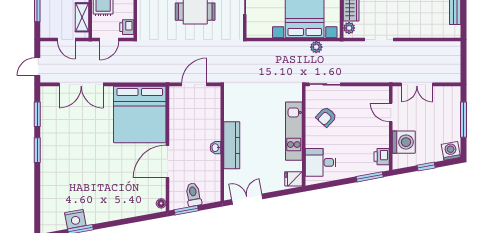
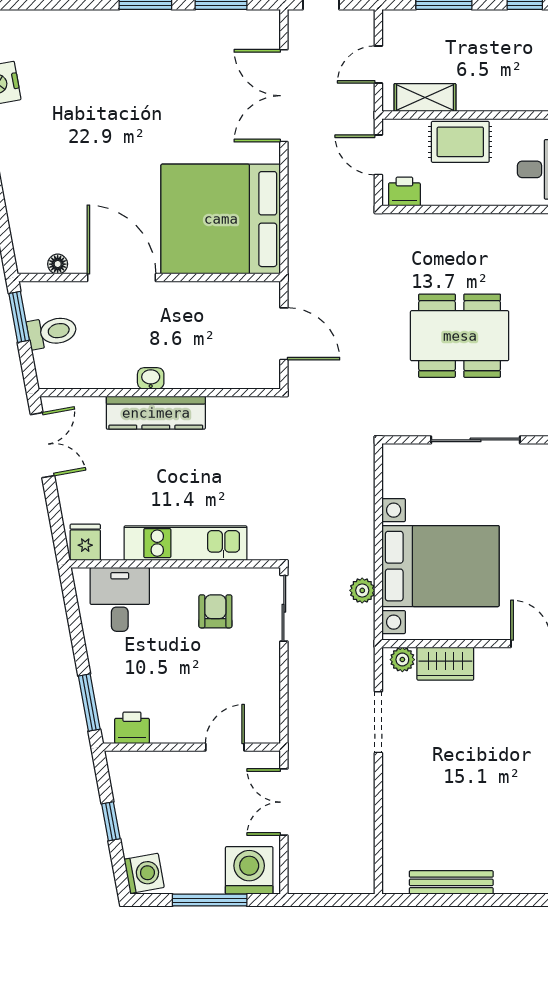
armchair: (326, 117) -> (215, 611), turned 47
washing machine: (404, 142) -> (249, 870), moved, turned 180
floor lamp: (161, 203) -> (58, 264), moved

